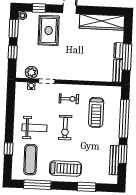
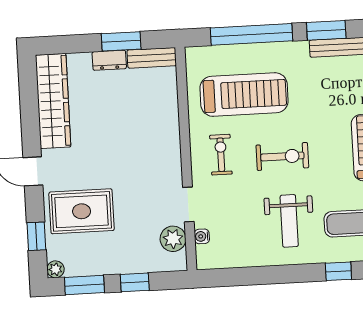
window: (127, 57) -> (121, 41), width x0.69
treadmill: (96, 112) -> (244, 95), width x1.37, depth x1.38
weight bench: (34, 128) -> (289, 221), turned 180

